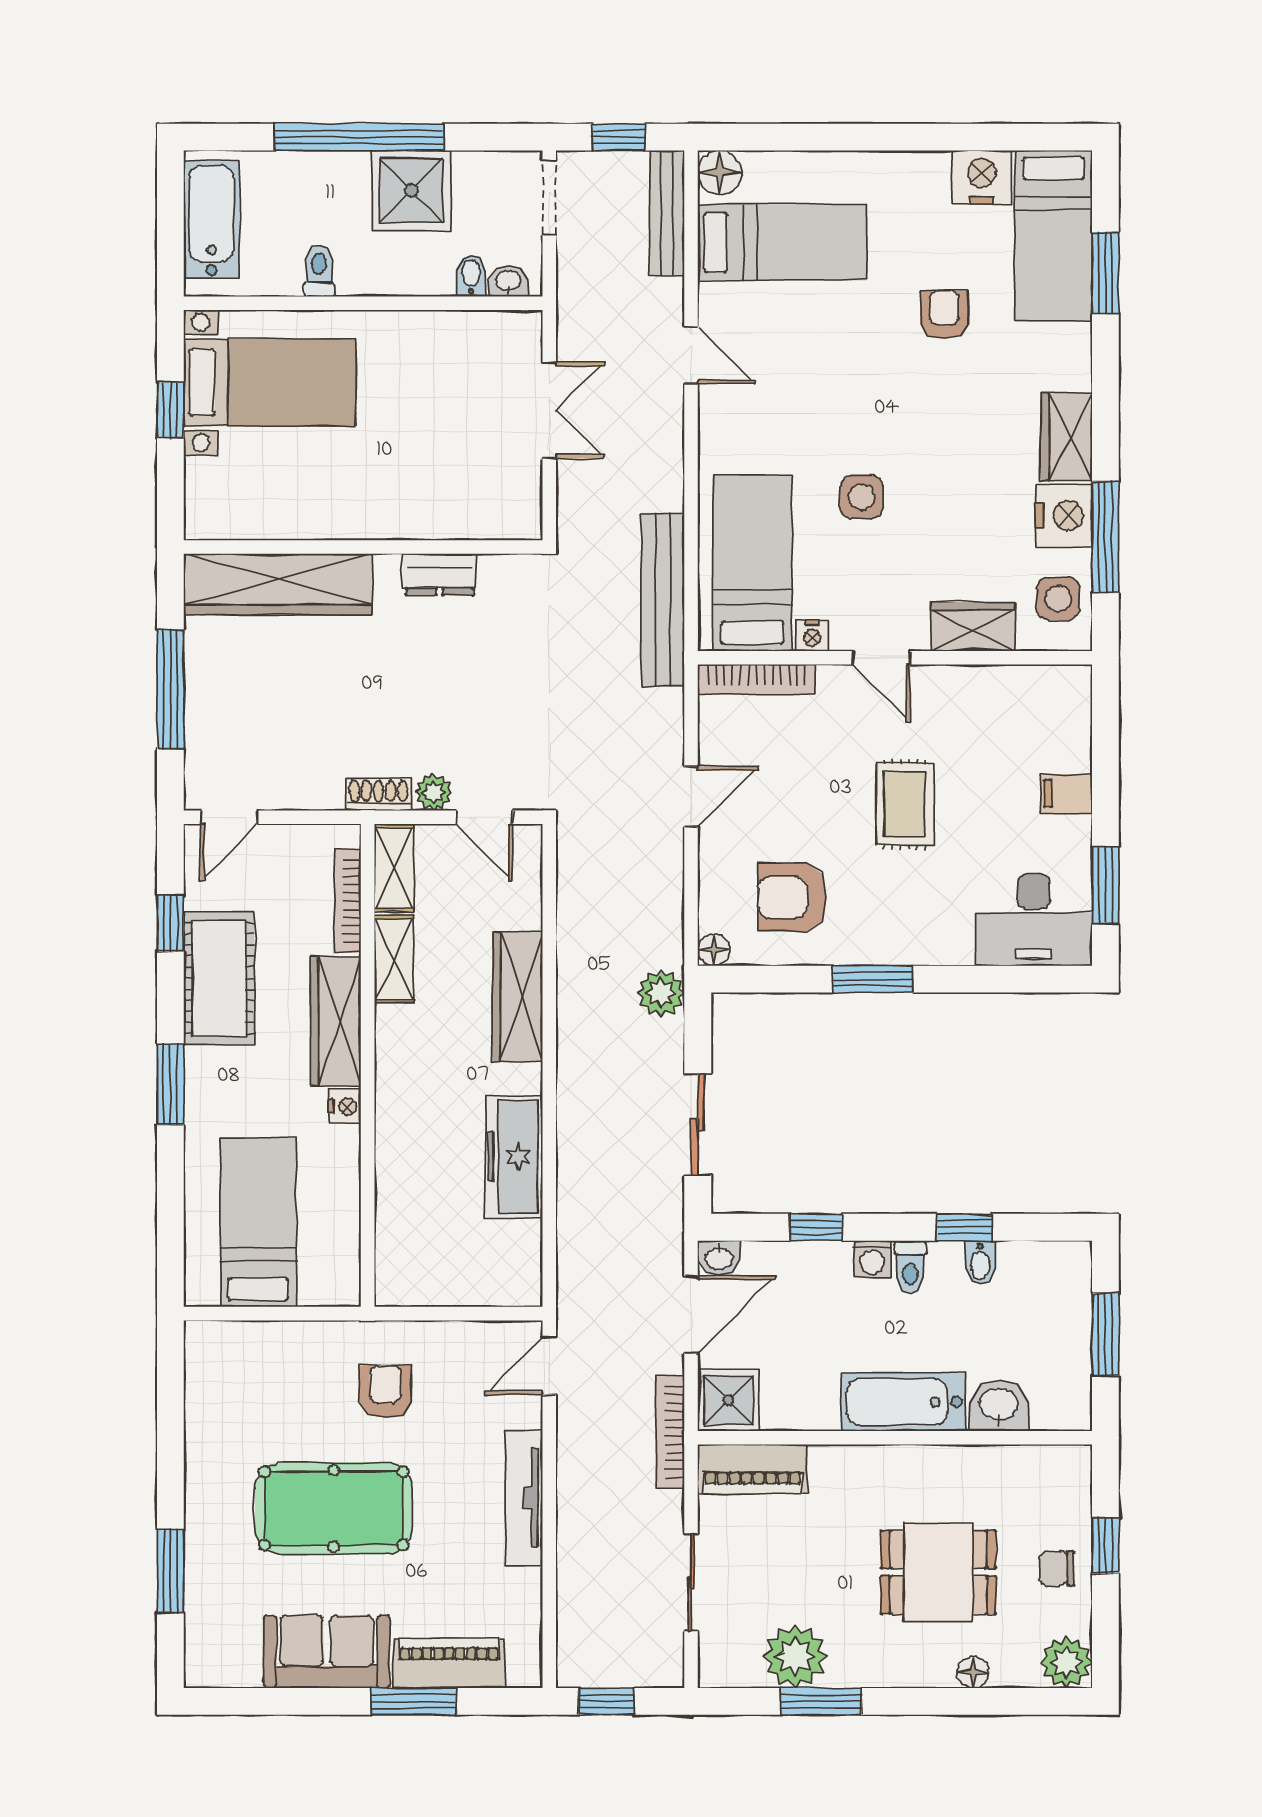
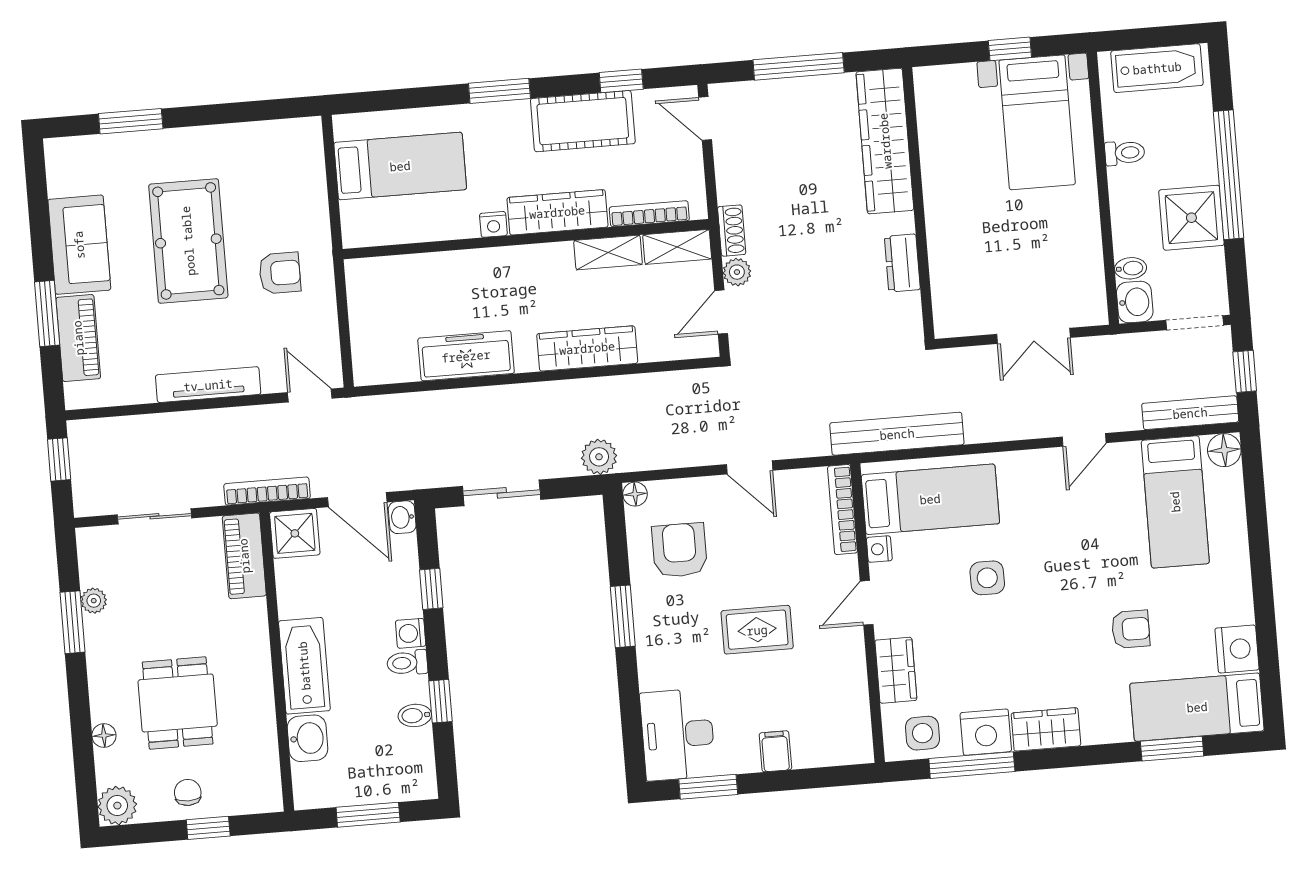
washbasin: (508, 281) -> (1135, 302), width x1.38, depth x1.45
plant: (795, 1656) -> (94, 601), width x0.53, depth x0.53

